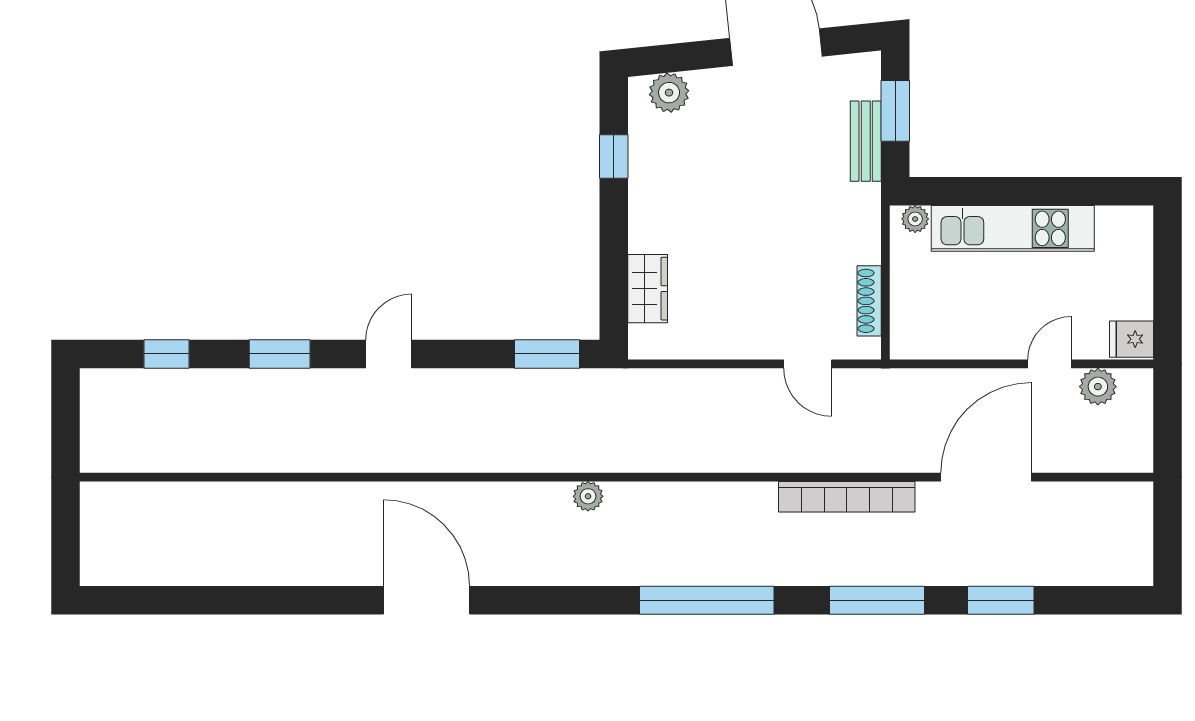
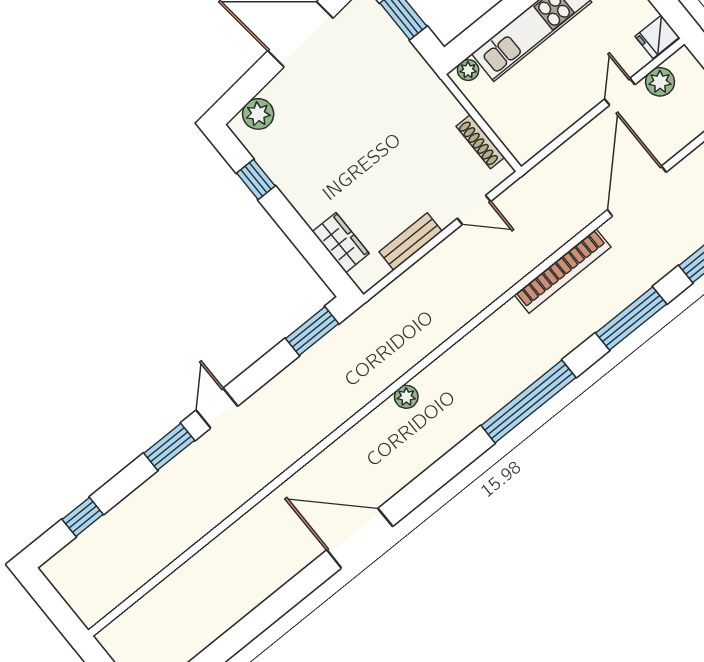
bench: (866, 141) -> (411, 242), moved, turned 90
window: (280, 354) -> (169, 447), moved

